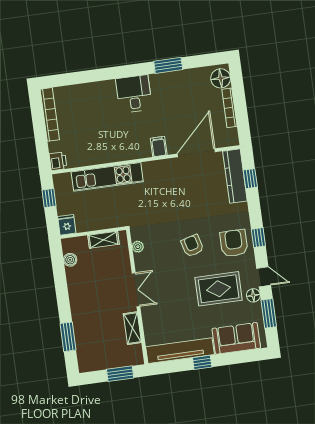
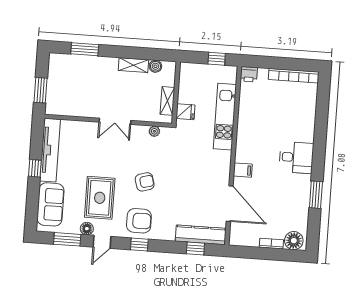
bookcase: (229, 108) -> (271, 244), width x0.64
fridge: (67, 225) -> (185, 112), moved
shelving: (132, 328) -> (133, 65), moved

